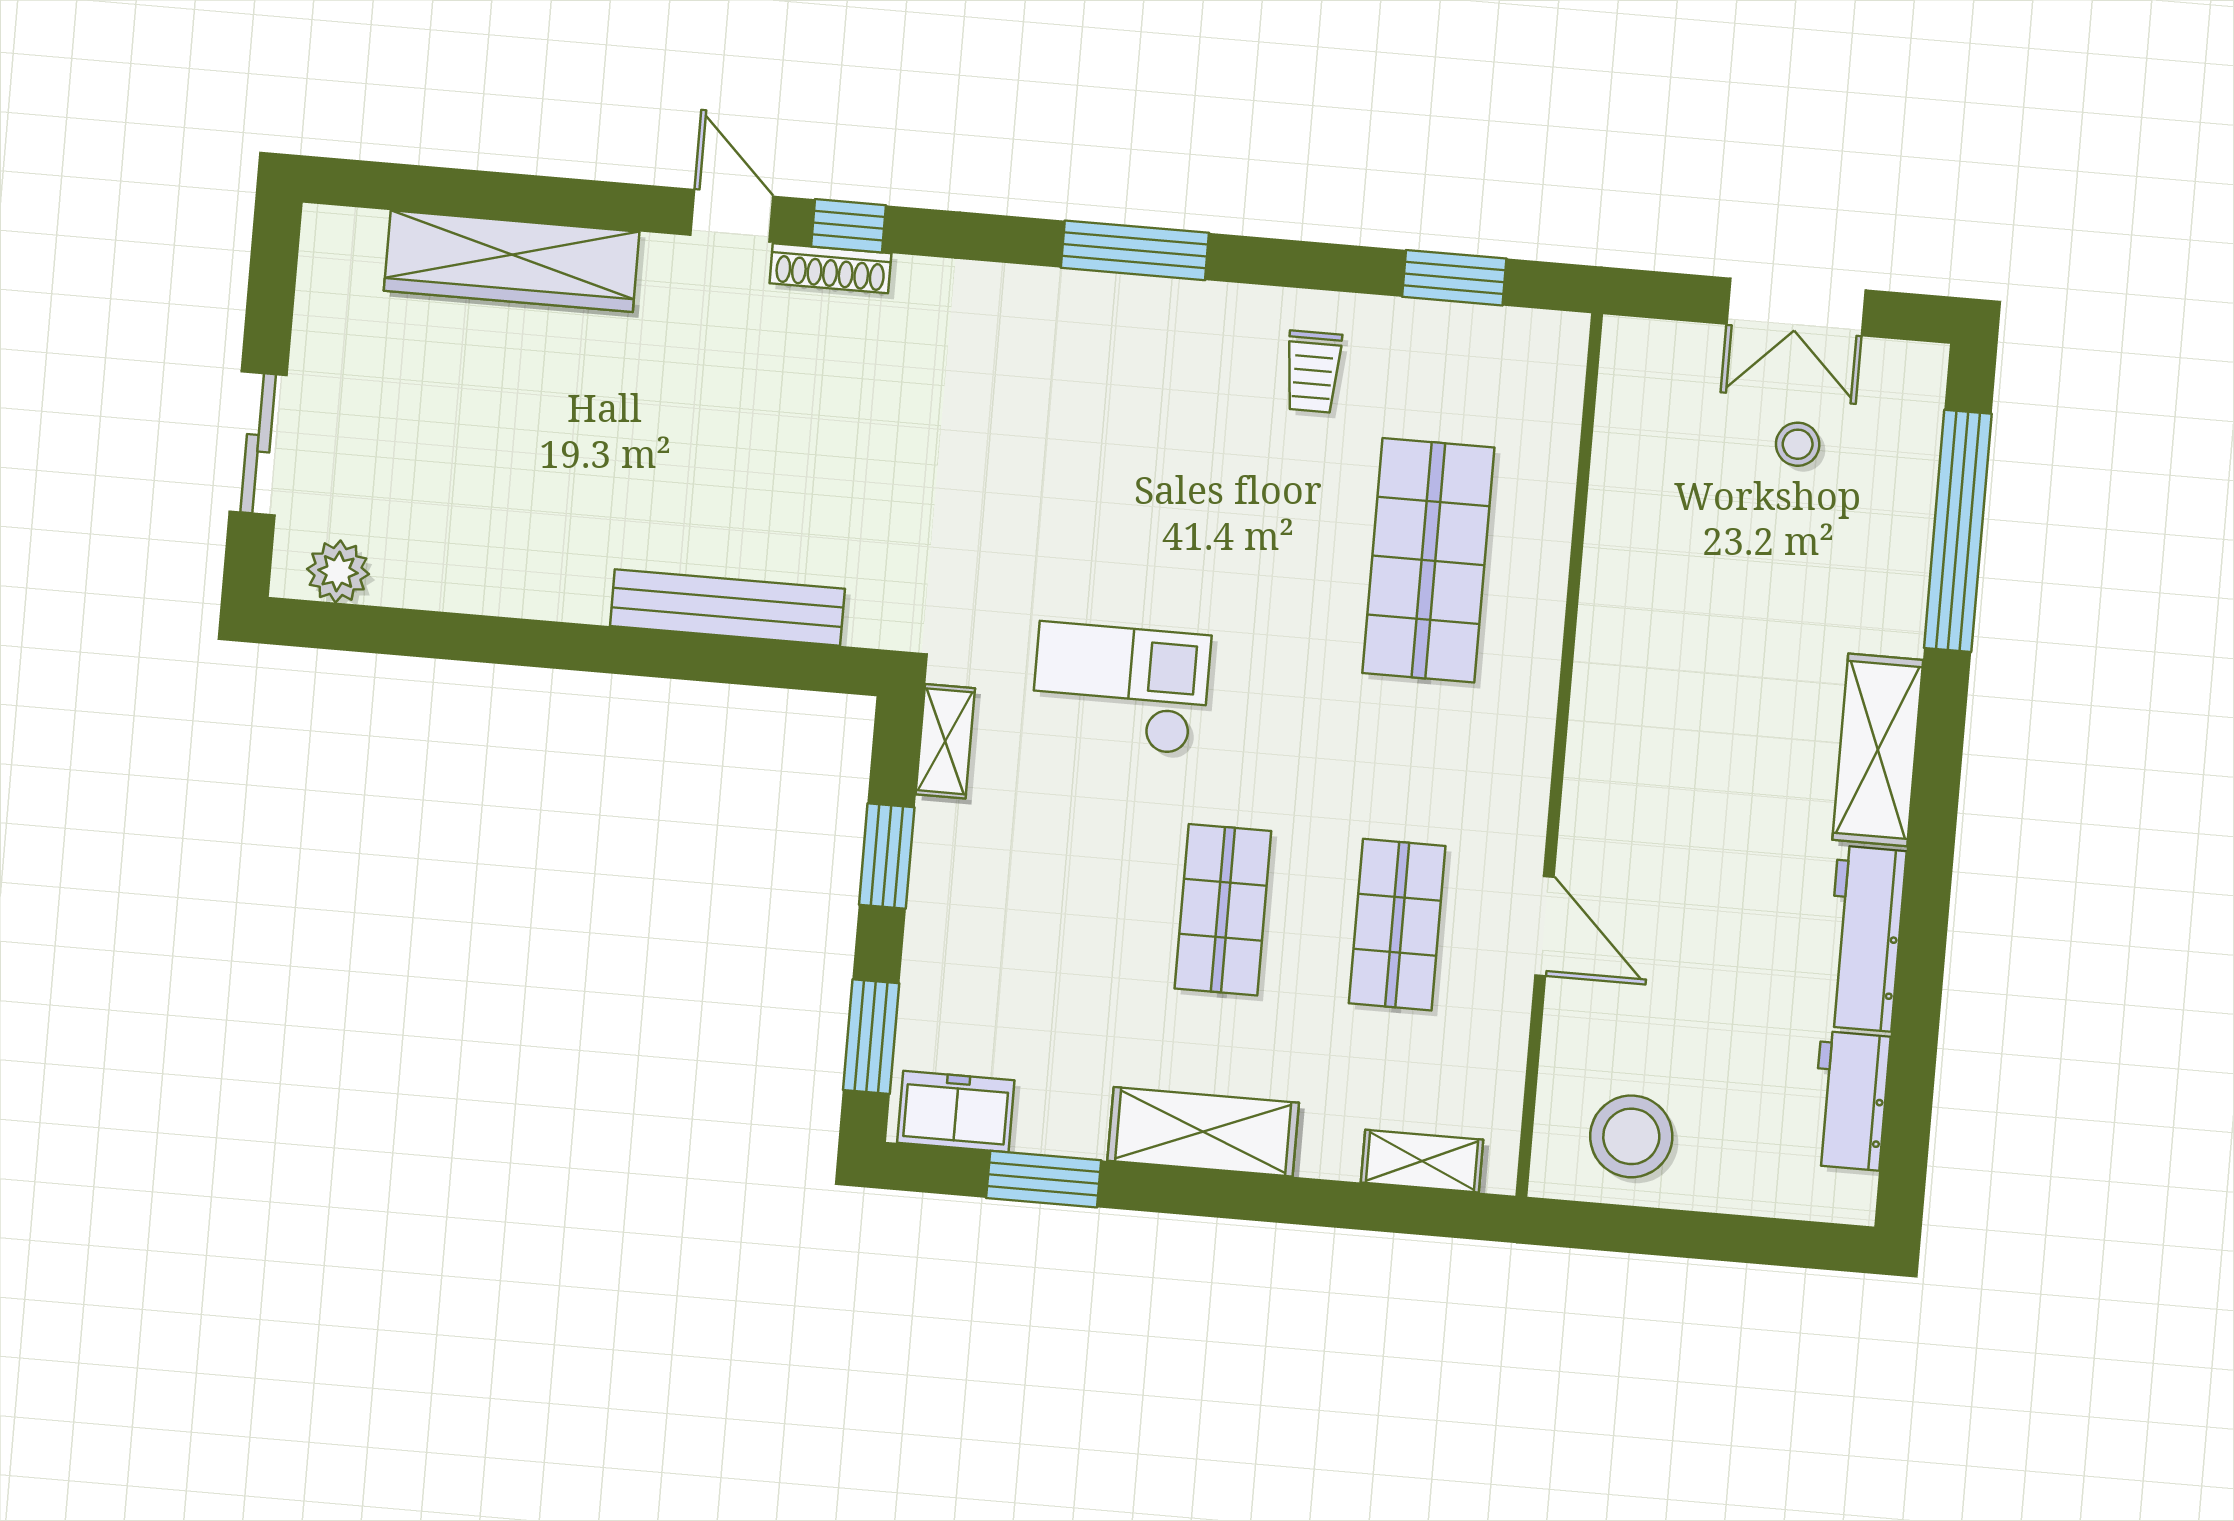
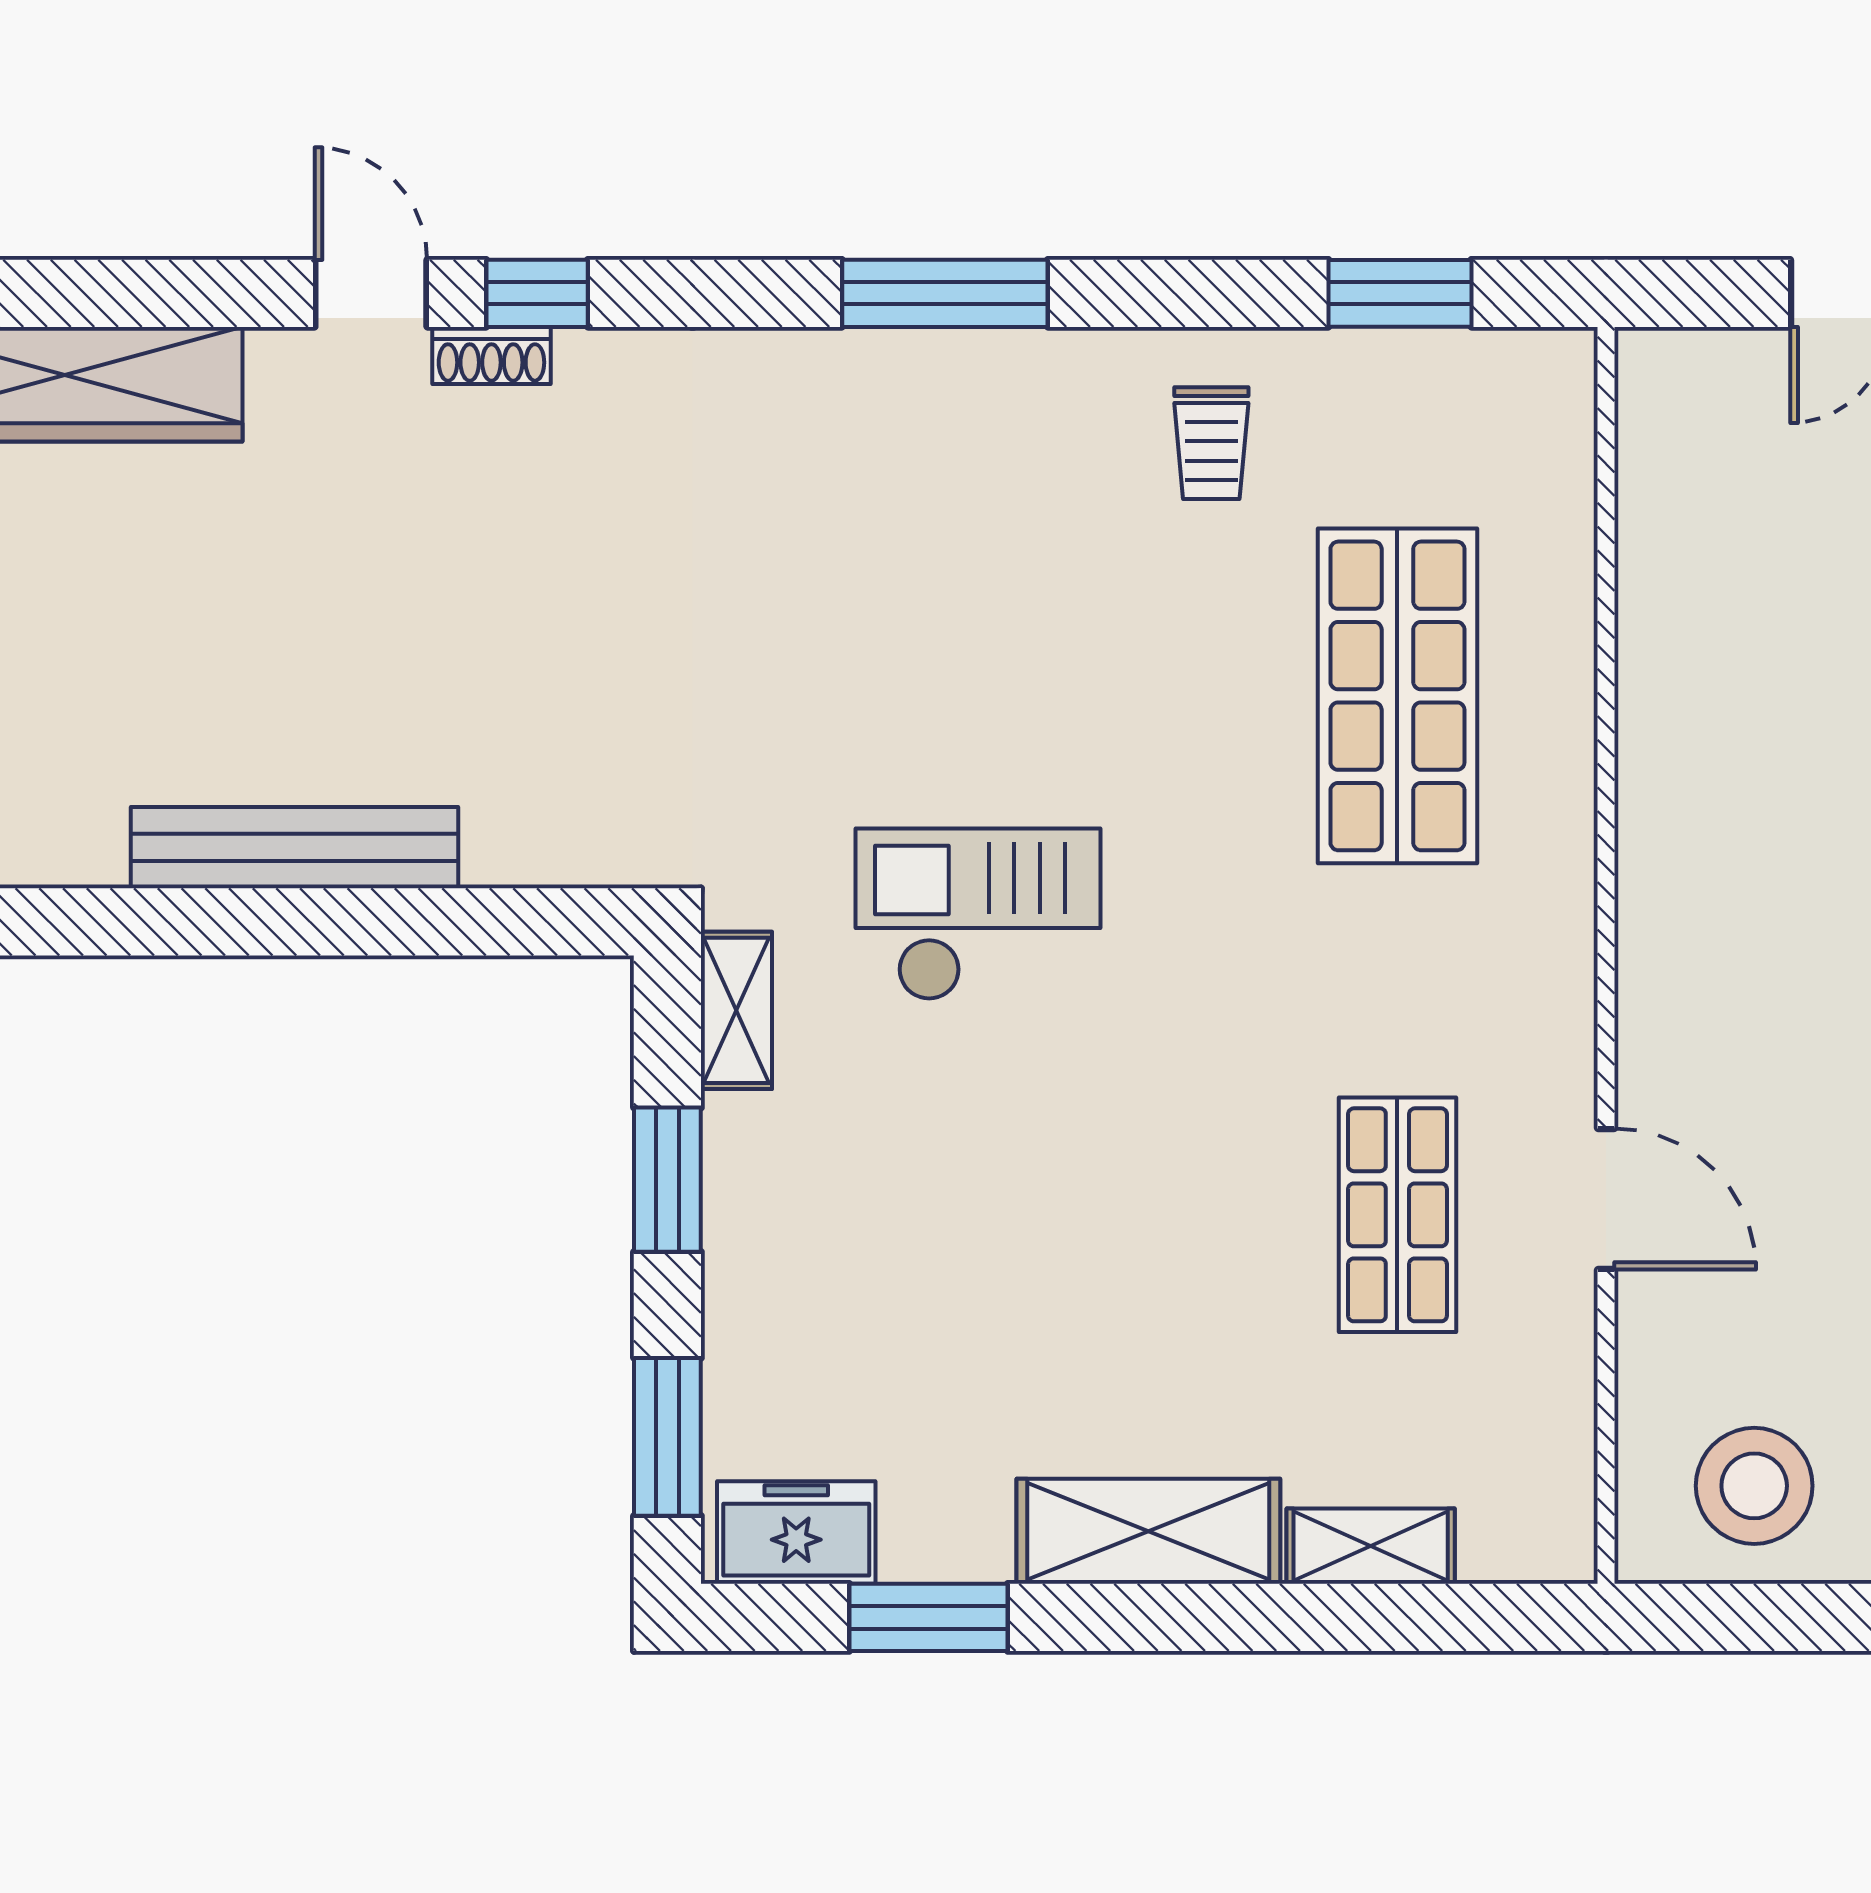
shoe rack: (830, 268) -> (491, 356), width x0.70
bench: (727, 607) -> (294, 848), moved
shop shelf: (1223, 910) -> (1149, 1215), removed
shelving: (1422, 1161) -> (1371, 1546), moved

